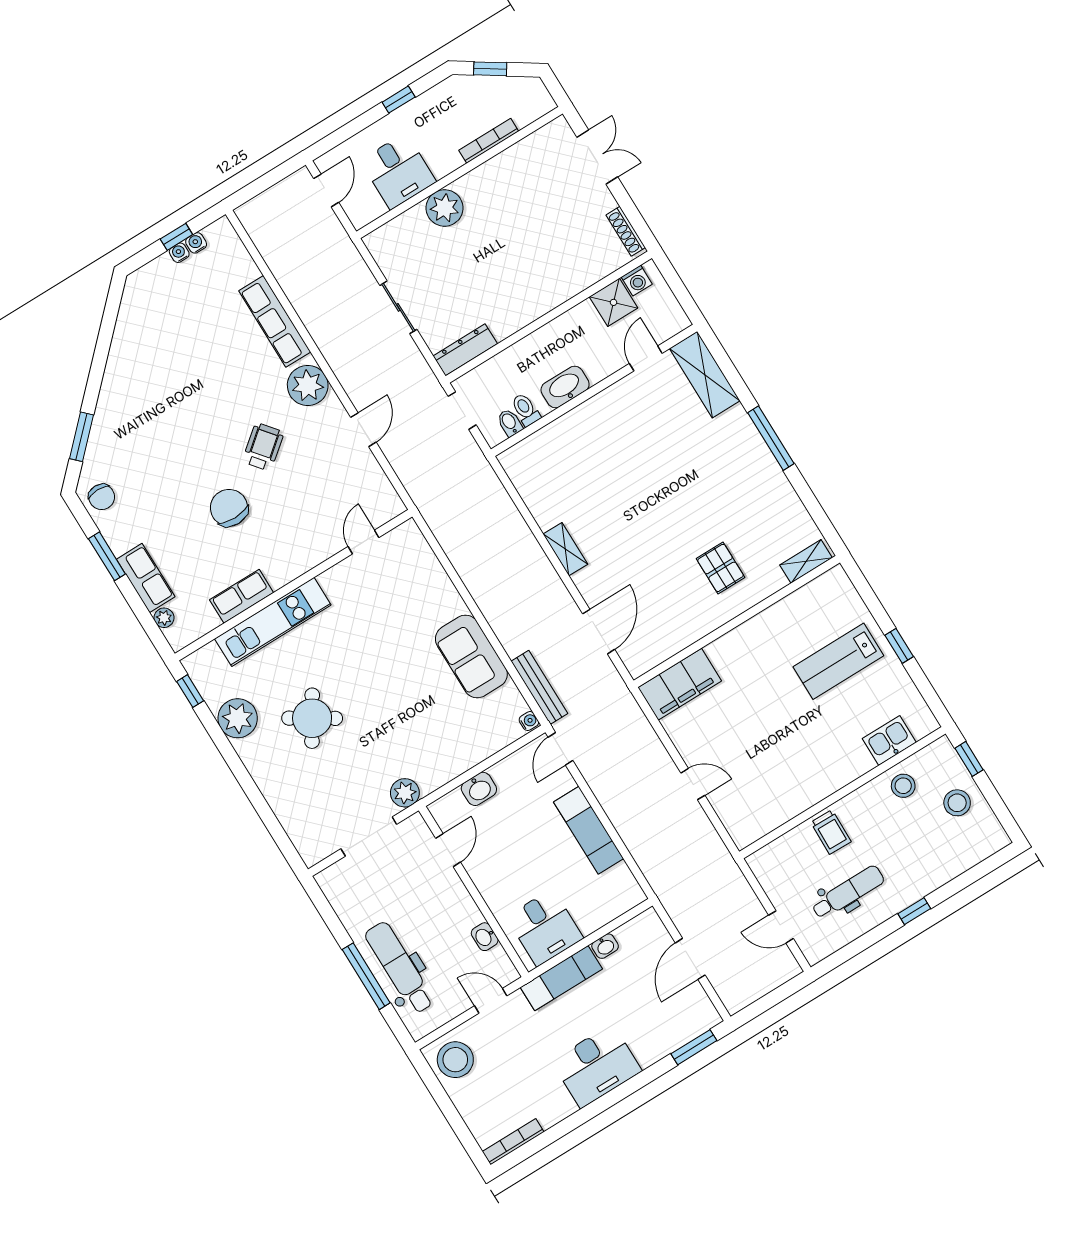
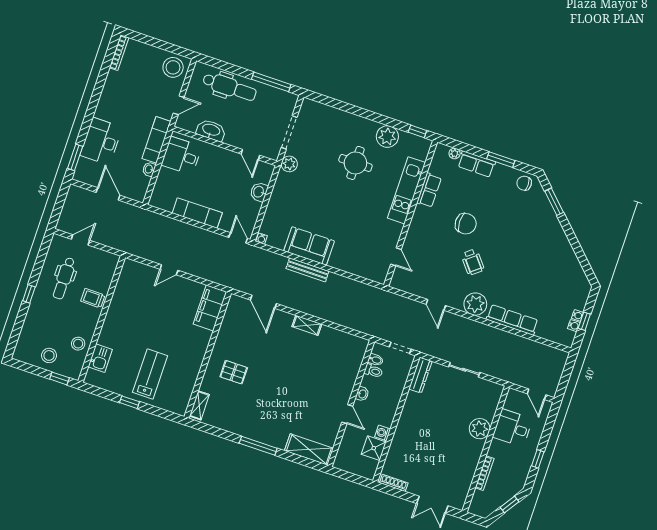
washing machine: (637, 281) -> (383, 433), moved
door: (646, 358) -> (347, 414), moved
washbasin: (565, 387) -> (362, 394), width x0.52, depth x0.69
bench: (539, 687) -> (307, 270), moved
round table: (312, 718) -> (355, 163), turned -32
washbasin: (485, 937) -> (211, 130), width x1.91, depth x1.45
window: (366, 976) -> (271, 82), moved
desk: (597, 1066) -> (101, 141), moved

